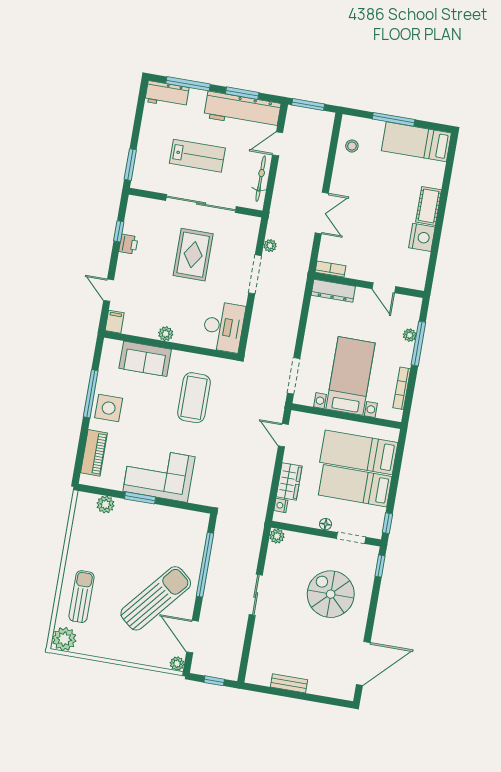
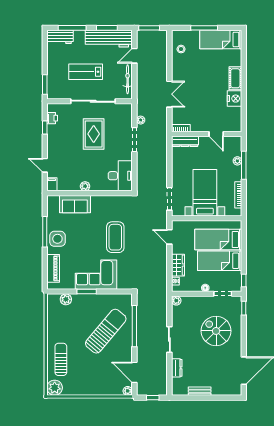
lab bench: (197, 156) -> (86, 72), turned 180
printer: (128, 244) -> (52, 118), moved
coffee table: (194, 398) -> (115, 237), moved
sun lounger: (156, 598) -> (106, 331), moved
dresser: (260, 641) -> (177, 368), added

